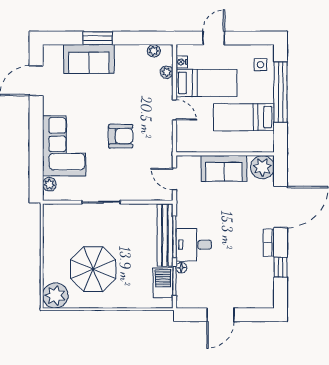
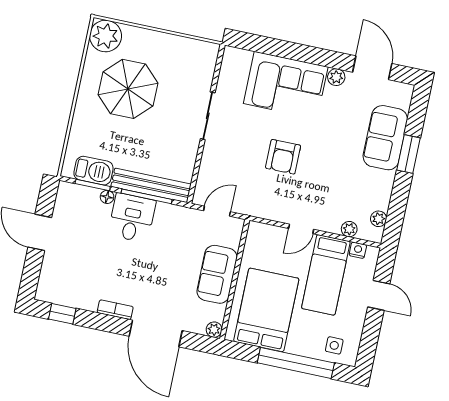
bed: (244, 117) -> (266, 310), width x1.50
plant: (262, 167) -> (214, 330), width x0.53, depth x0.53
plant: (49, 184) -> (336, 77), moved
window: (281, 267) -> (62, 314), moved

